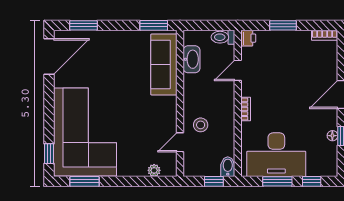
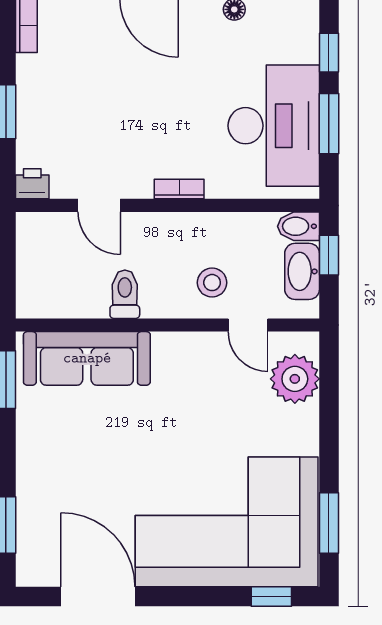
toilet: (223, 37) -> (125, 294), moved, turned 180
door: (49, 56) -> (98, 596), moved
washbasin: (192, 59) -> (302, 271), moved, turned -90
plant: (154, 170) -> (295, 379), width x1.87, depth x1.87

